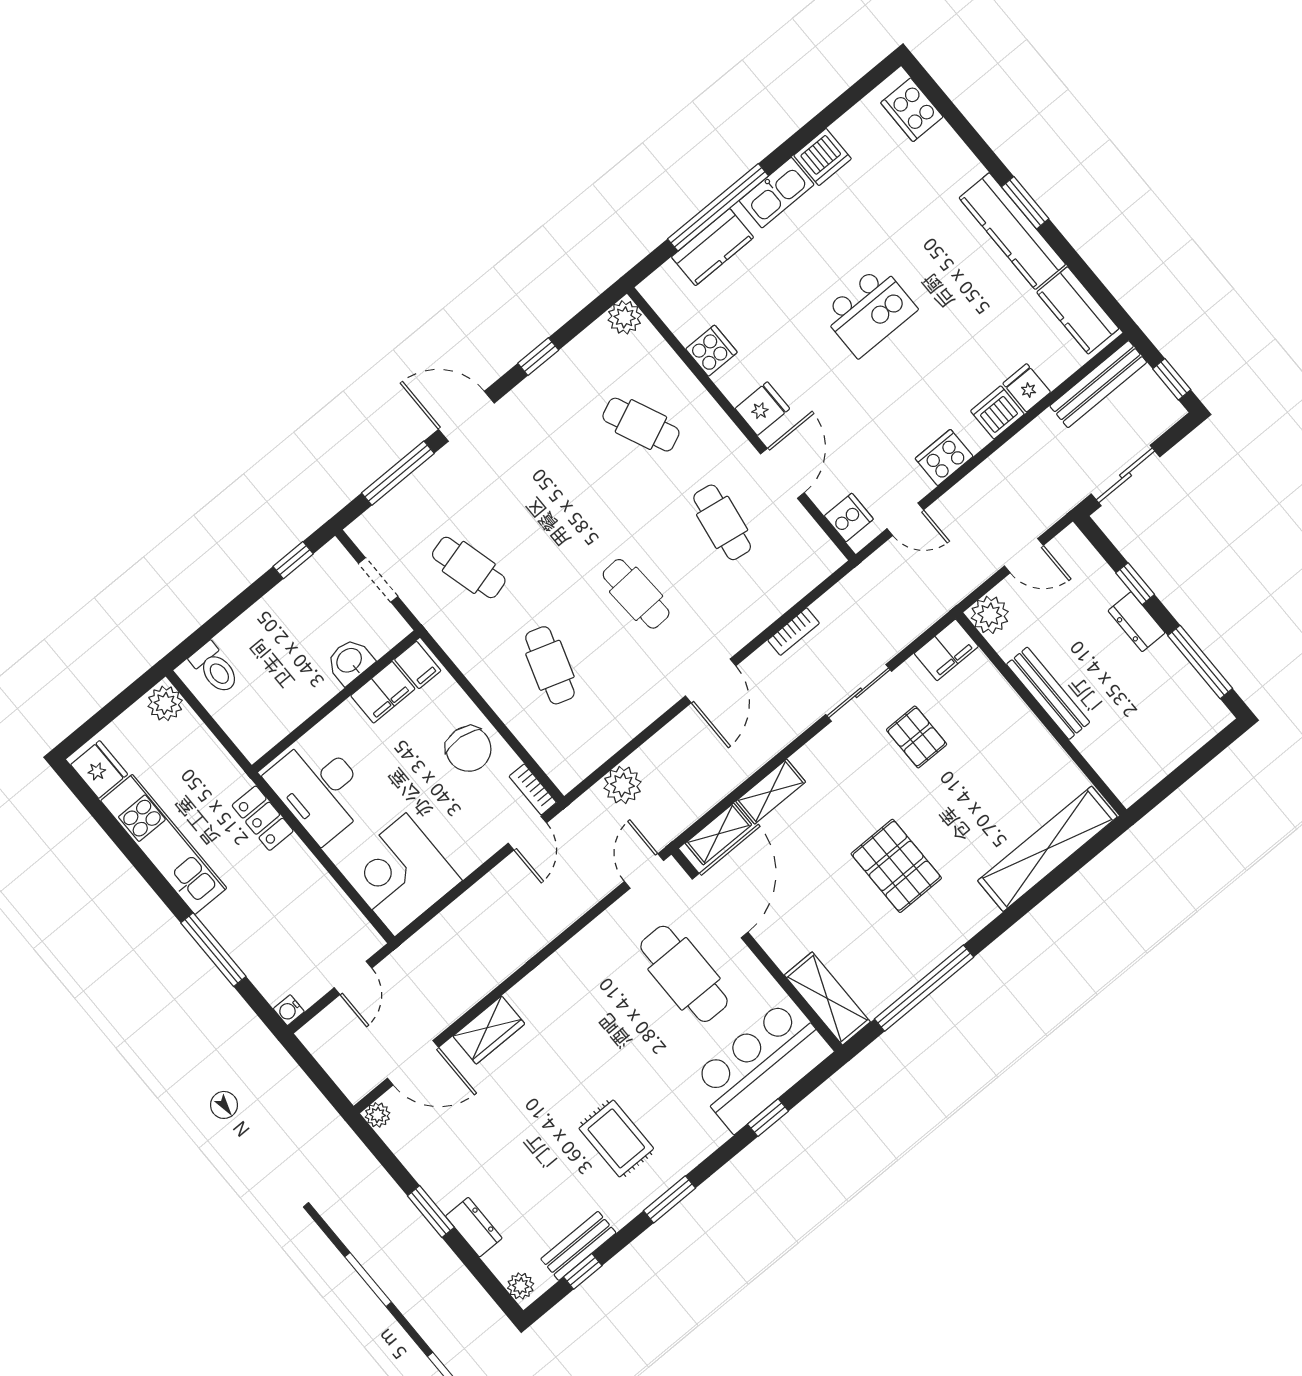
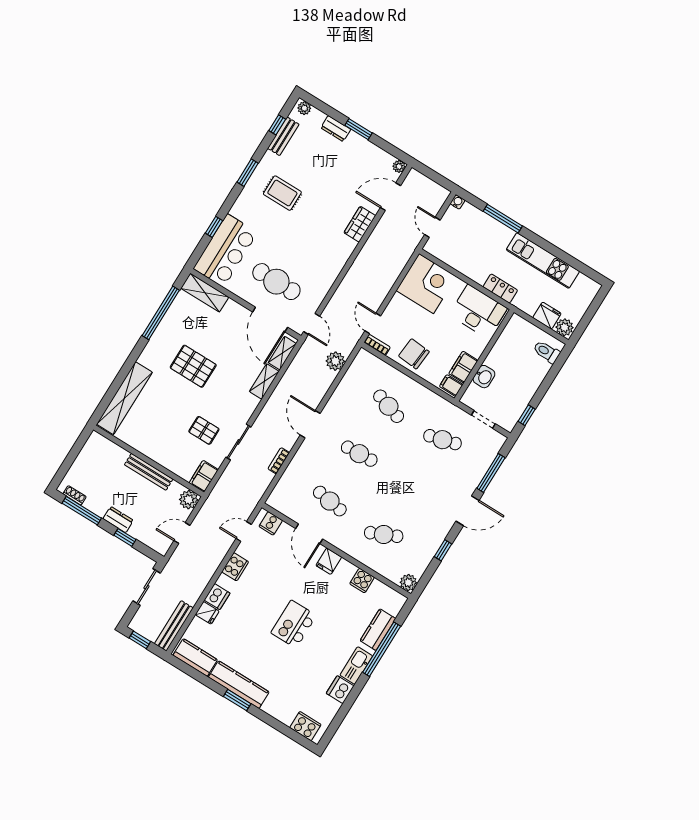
shoe rack: (1204, 696) -> (75, 495), added
fridge: (99, 769) -> (547, 316), moved, turned 180

